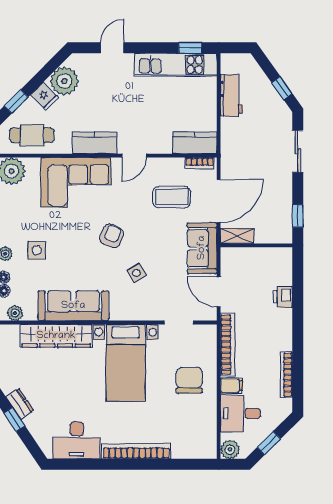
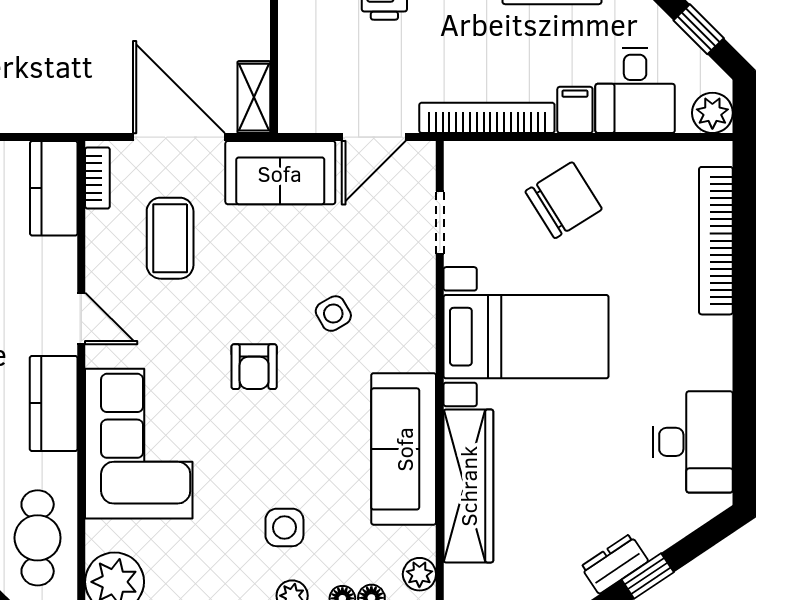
armchair: (112, 236) -> (254, 367), turned -112
chair: (189, 380) -> (564, 200), turned 148
bookcase: (136, 451) -> (716, 241), moved

